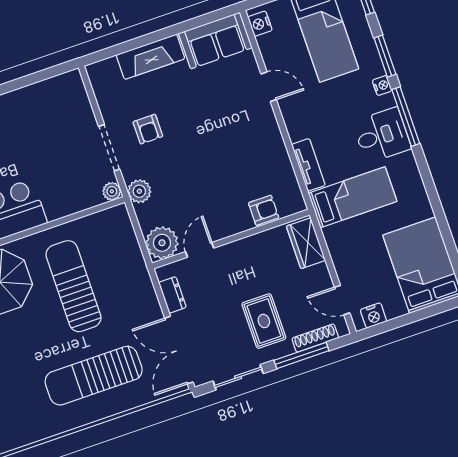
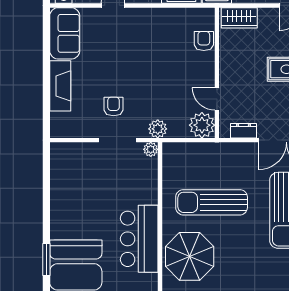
armchair: (148, 129) -> (114, 106), turned -90

